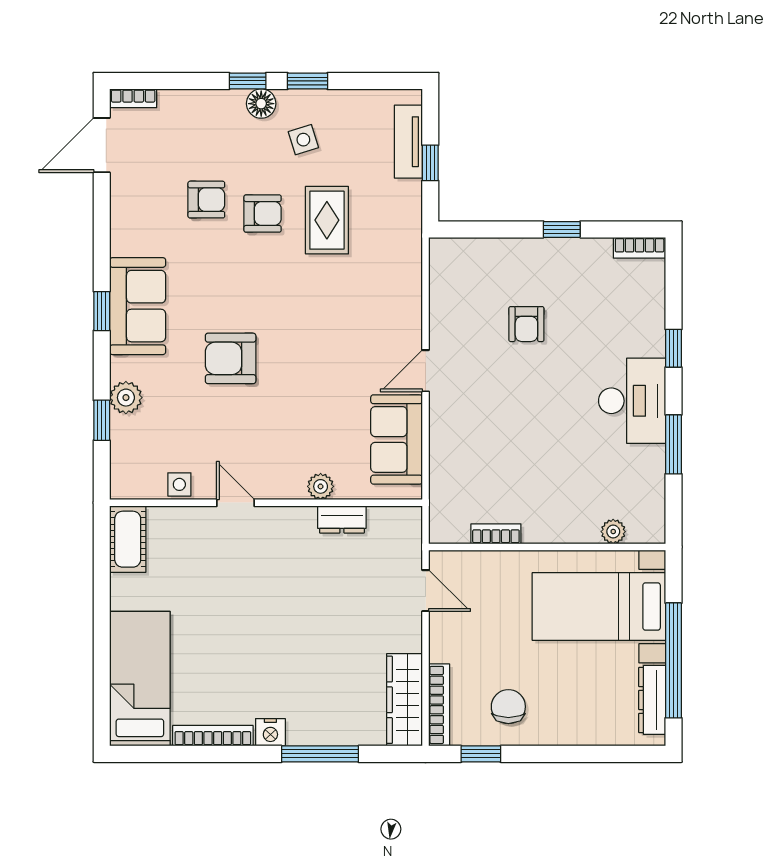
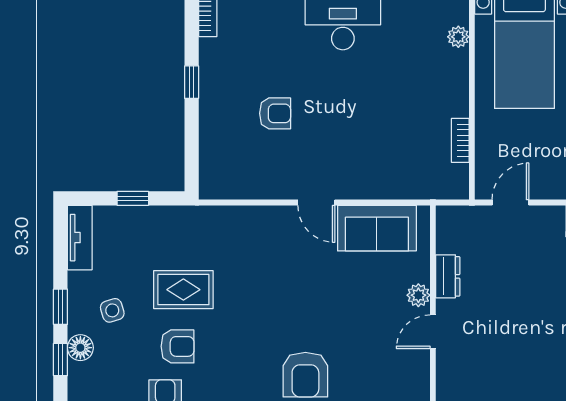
tv unit: (408, 142) -> (80, 238), moved, turned -90
armchair: (263, 214) -> (177, 346), turned 90
door: (236, 503) -> (433, 332), moved

